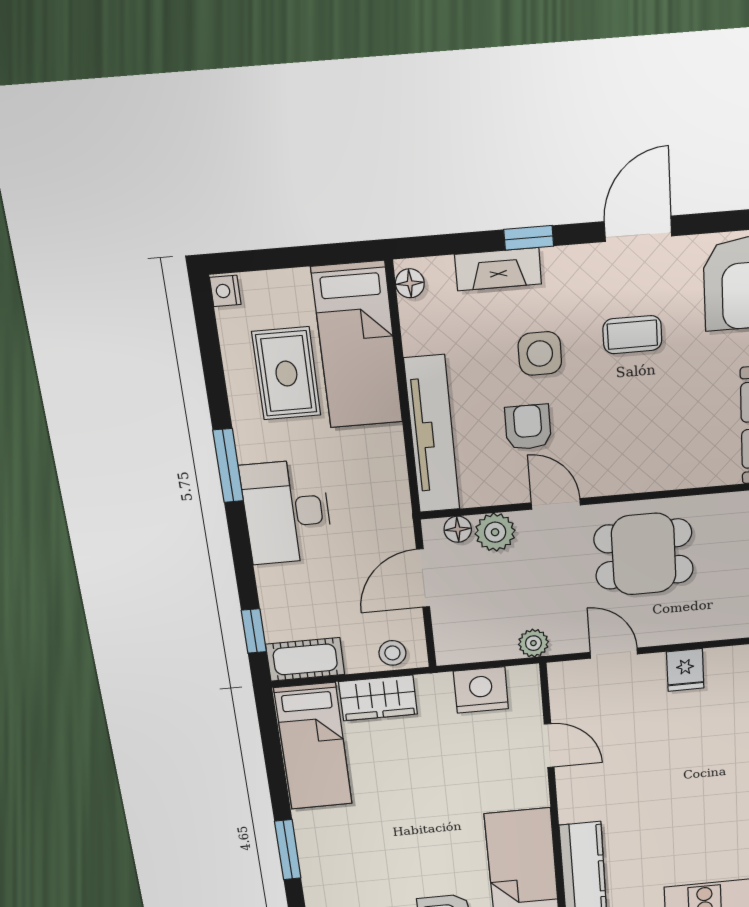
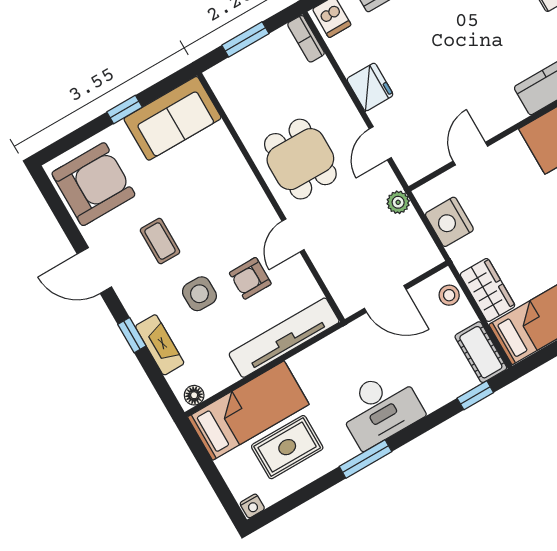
floor lamp: (458, 529) -> (340, 292), removed
plant: (495, 532) -> (331, 266), removed
fridge: (685, 670) -> (370, 87), width x1.38

